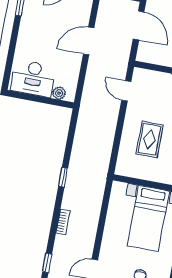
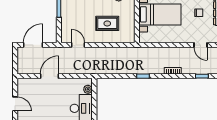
door: (89, 41) -> (50, 76), swing flipped
door: (126, 91) -> (78, 45), swing flipped

